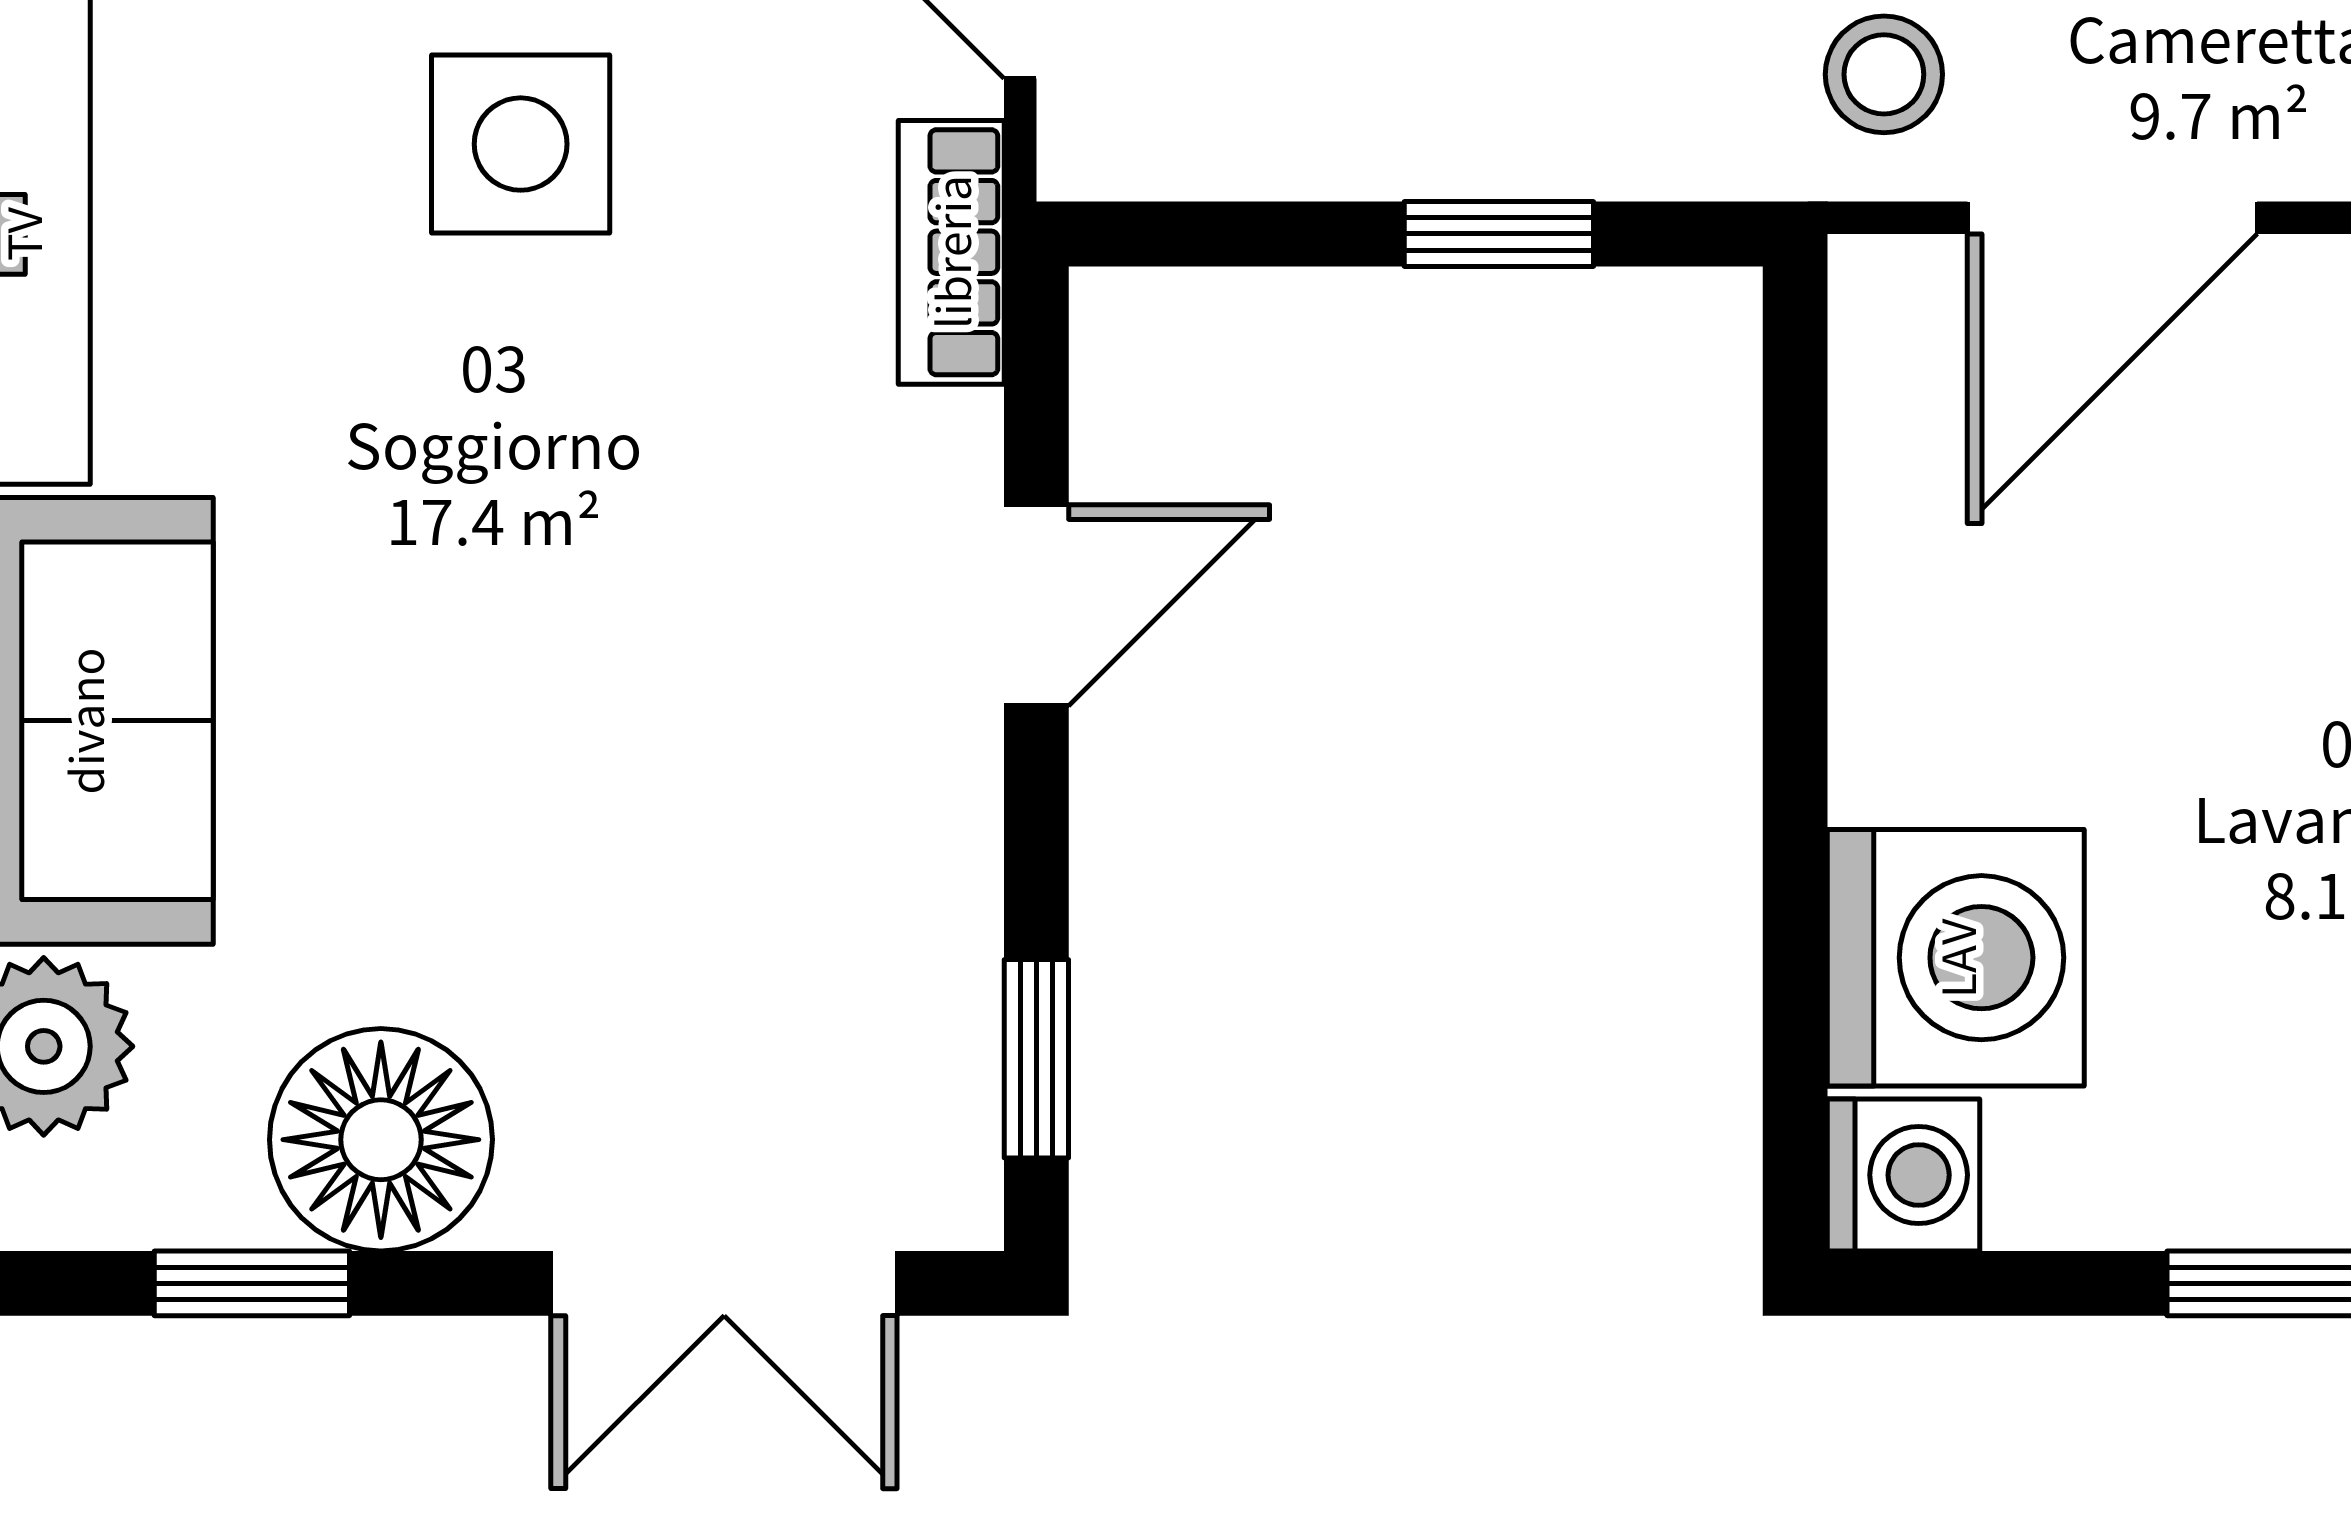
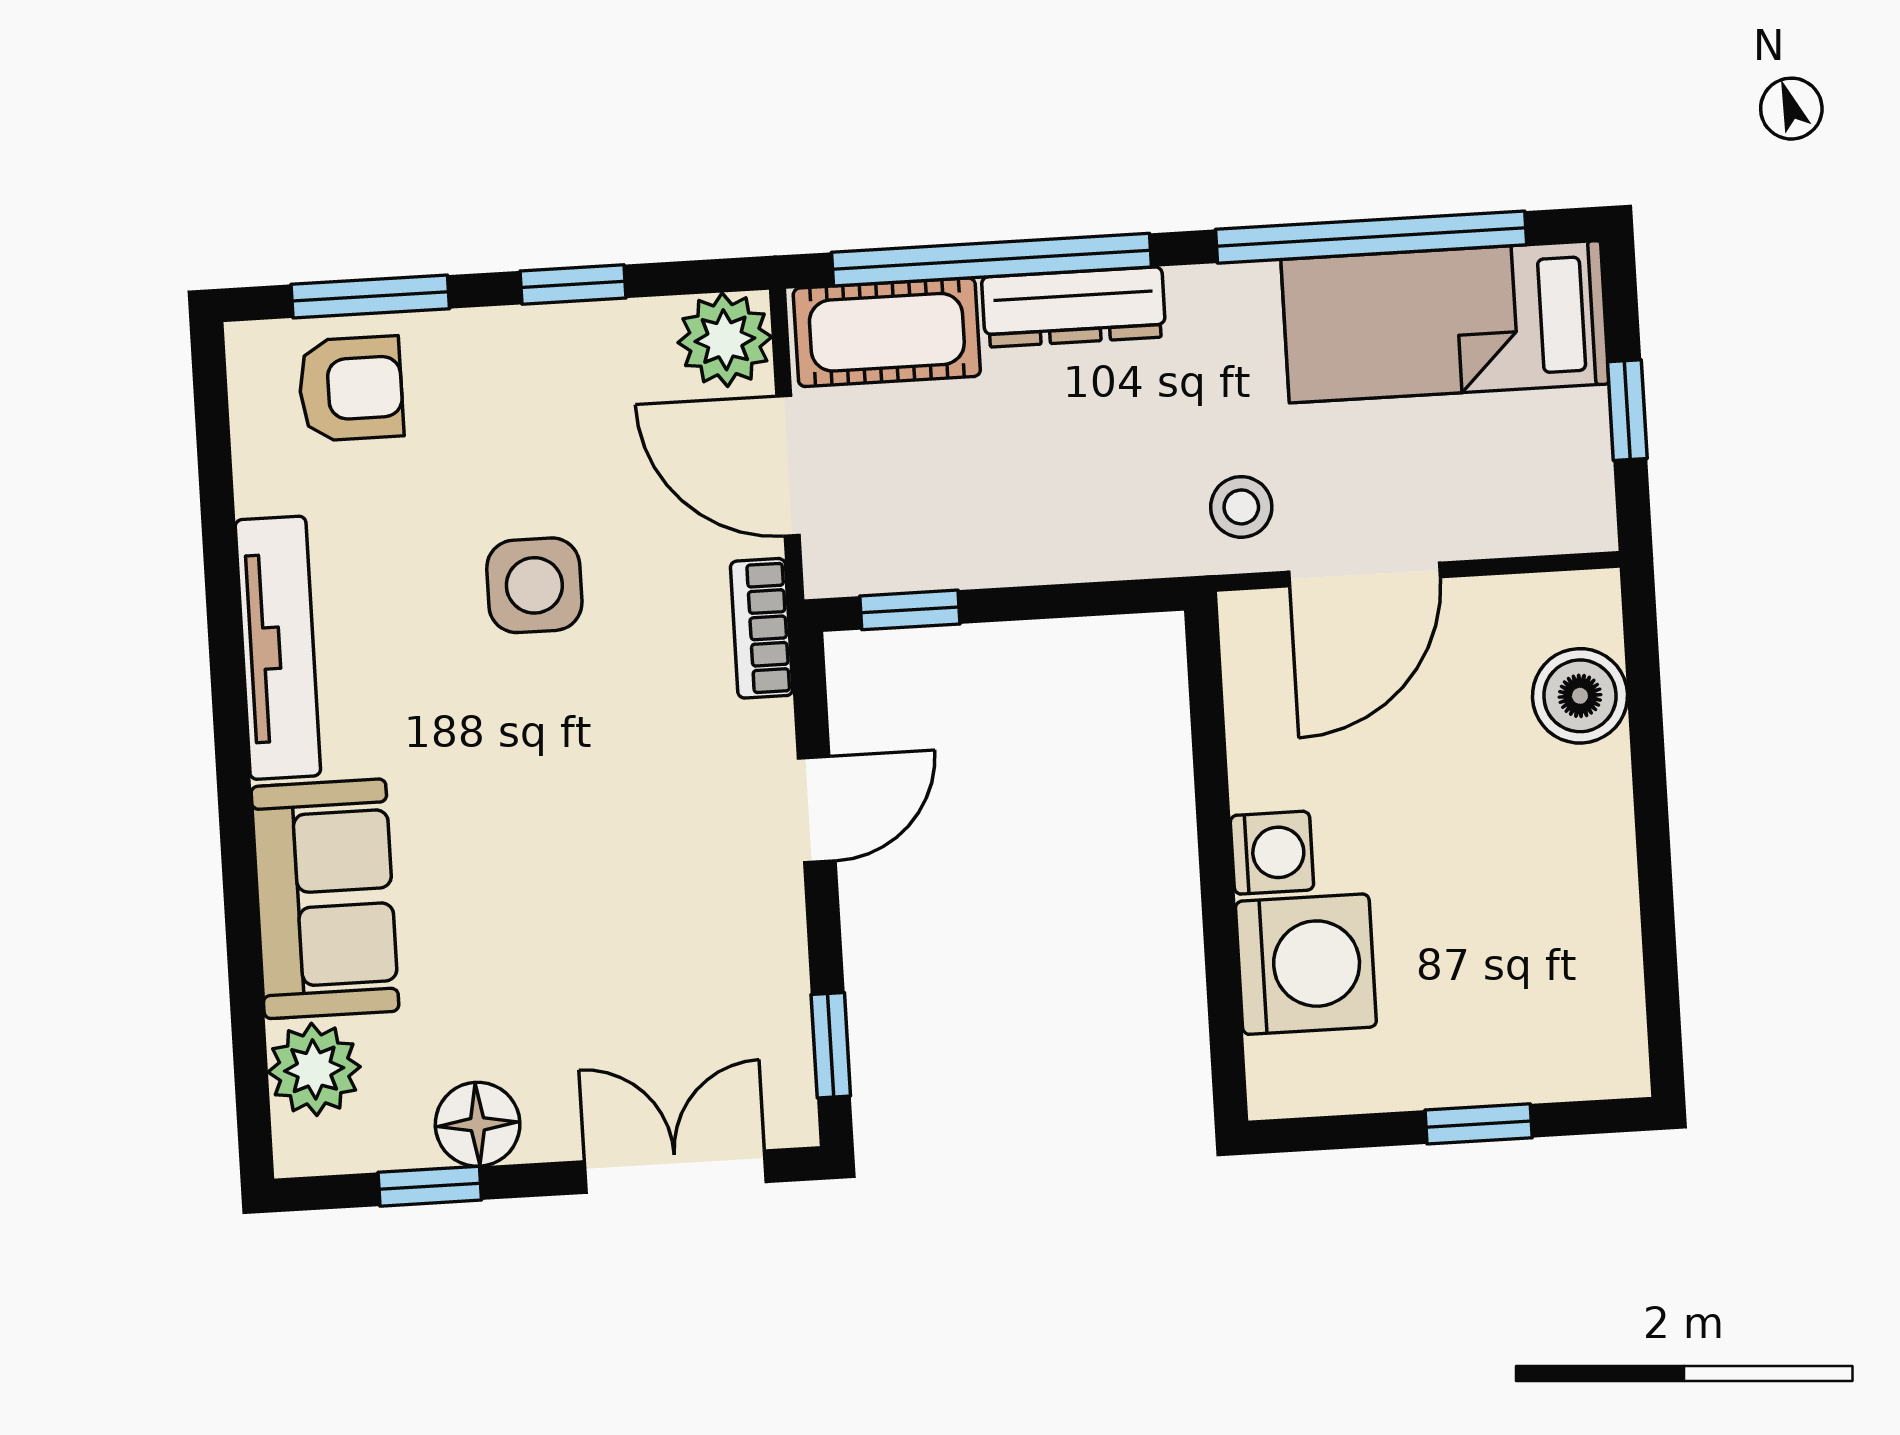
window: (1499, 234) -> (910, 610), moved
floor lamp: (381, 1140) -> (478, 1124), width x0.73, depth x0.73
washing machine: (1903, 1175) -> (1272, 853), moved
double door: (724, 1283) -> (675, 1172), swing flipped

